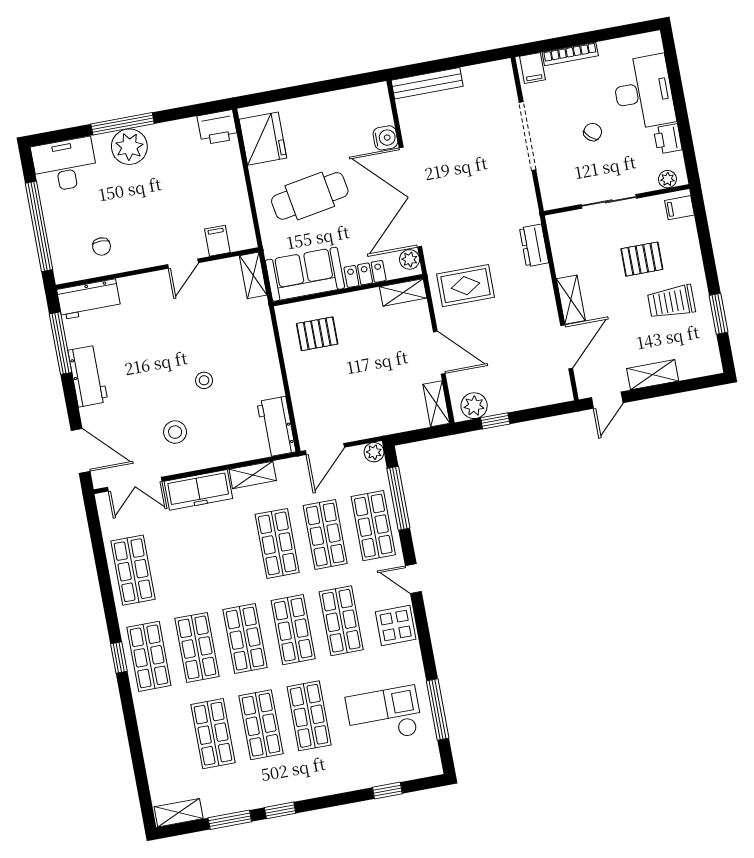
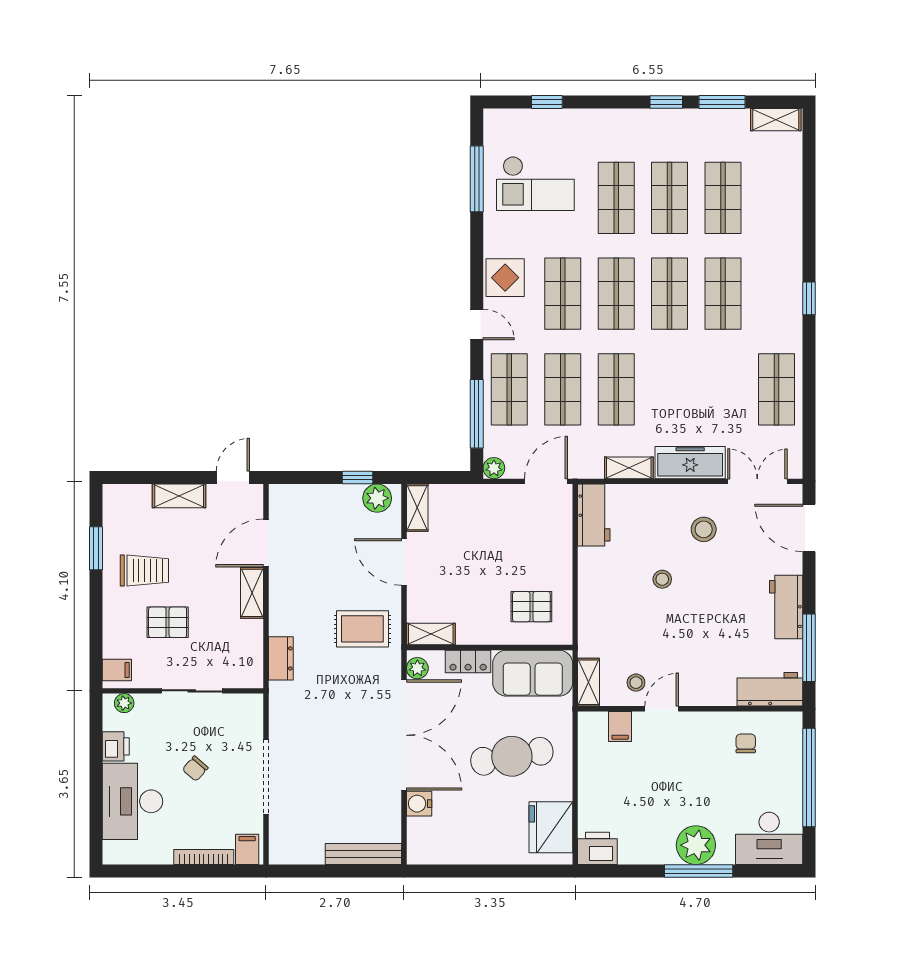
stool: (210, 283) -> (636, 683), added
shop shelf: (149, 656) -> (776, 294), removed

